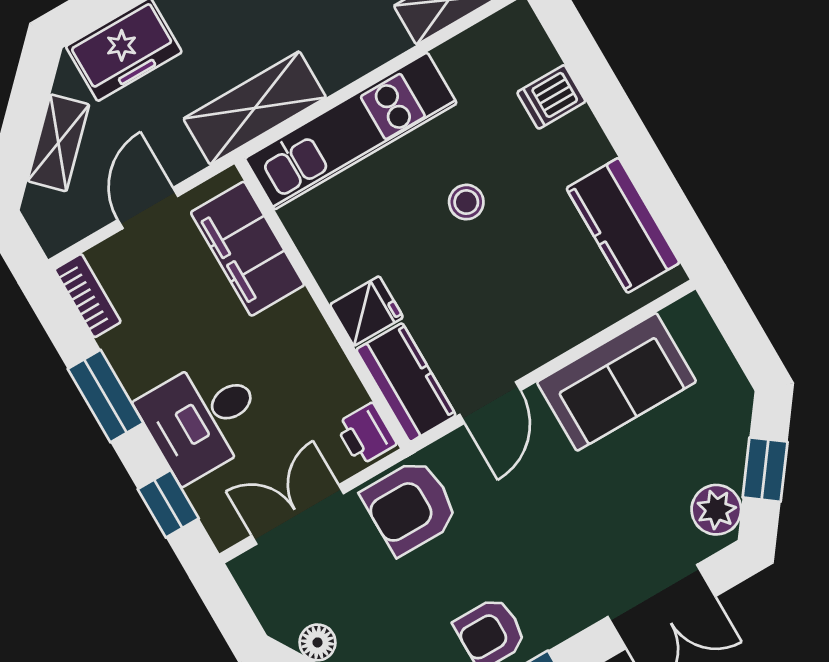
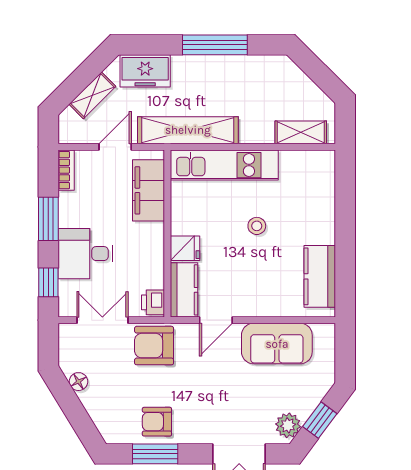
dishwasher: (551, 97) -> (321, 201), removed
shelving: (255, 108) -> (188, 130), width x1.47

